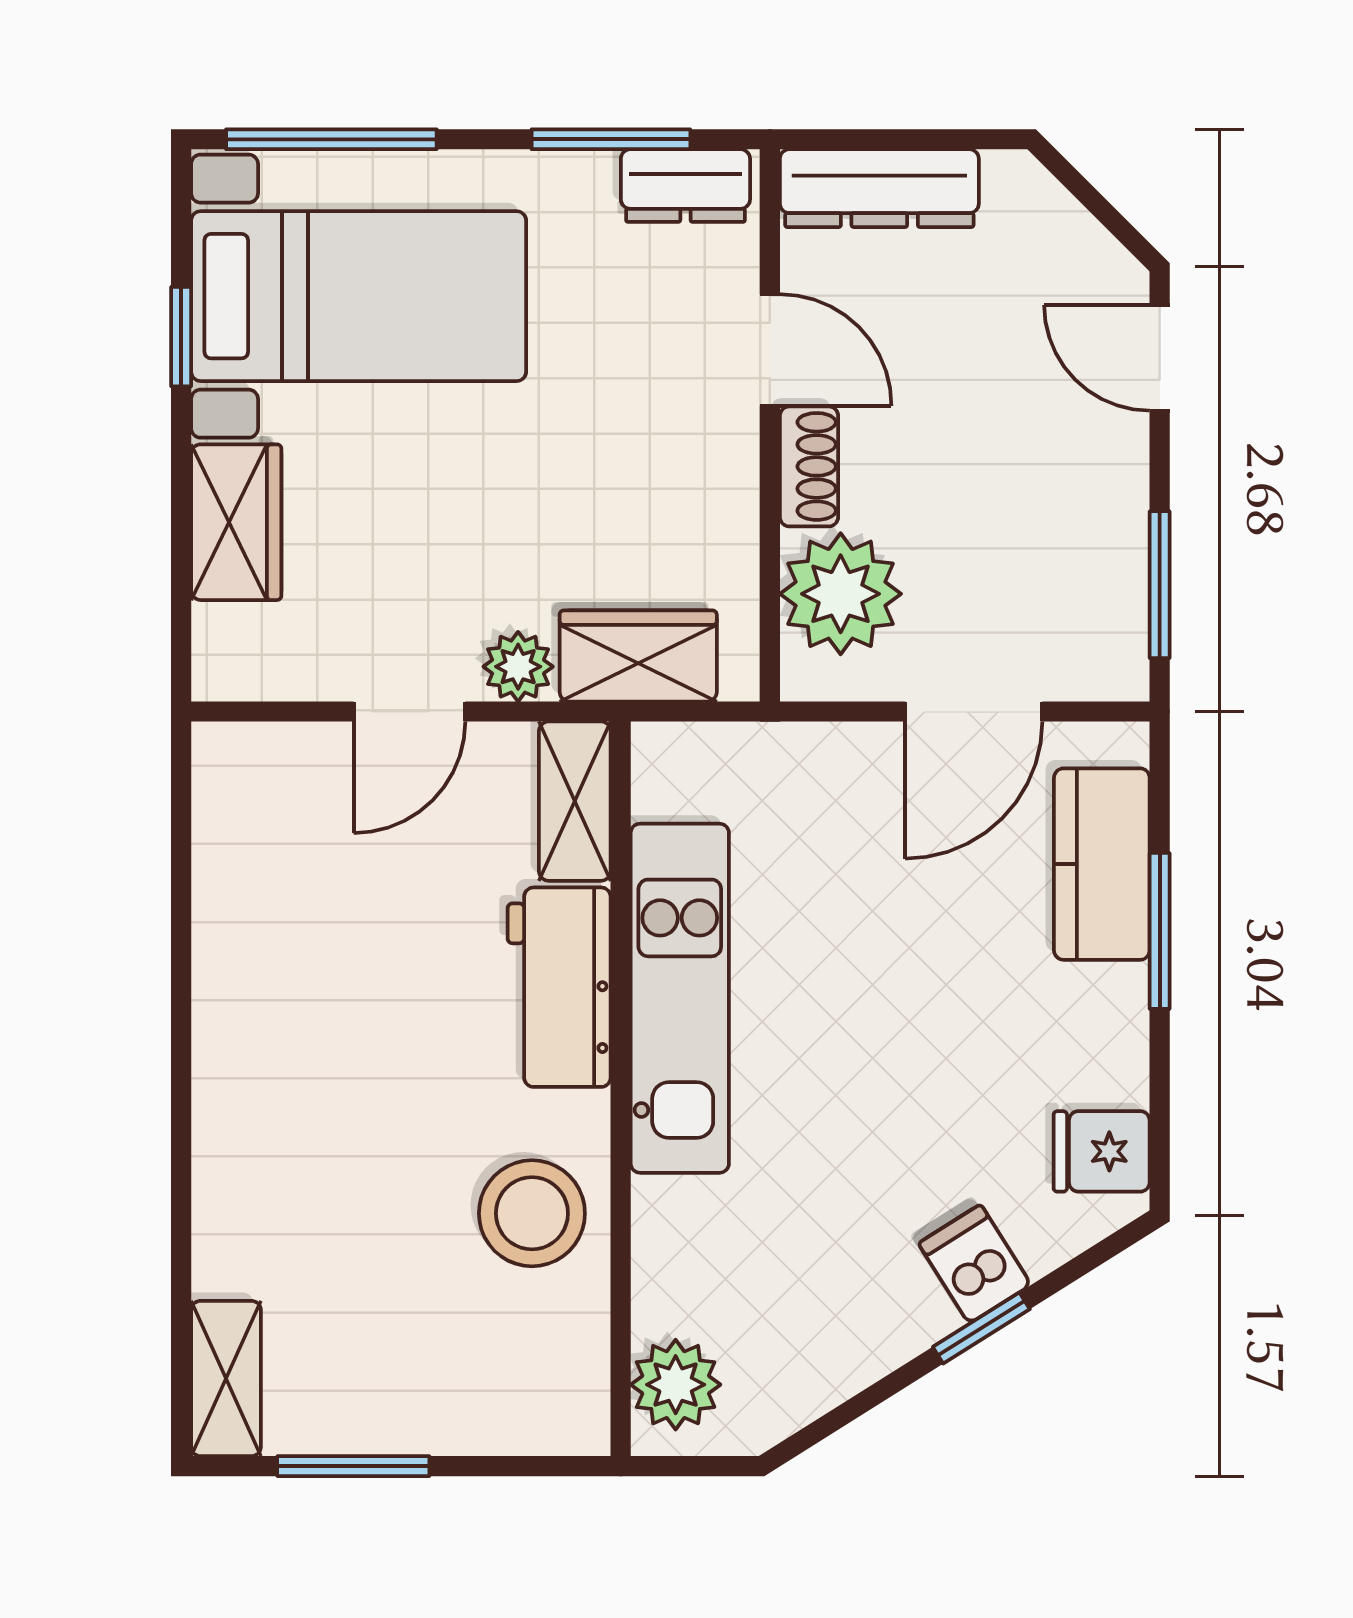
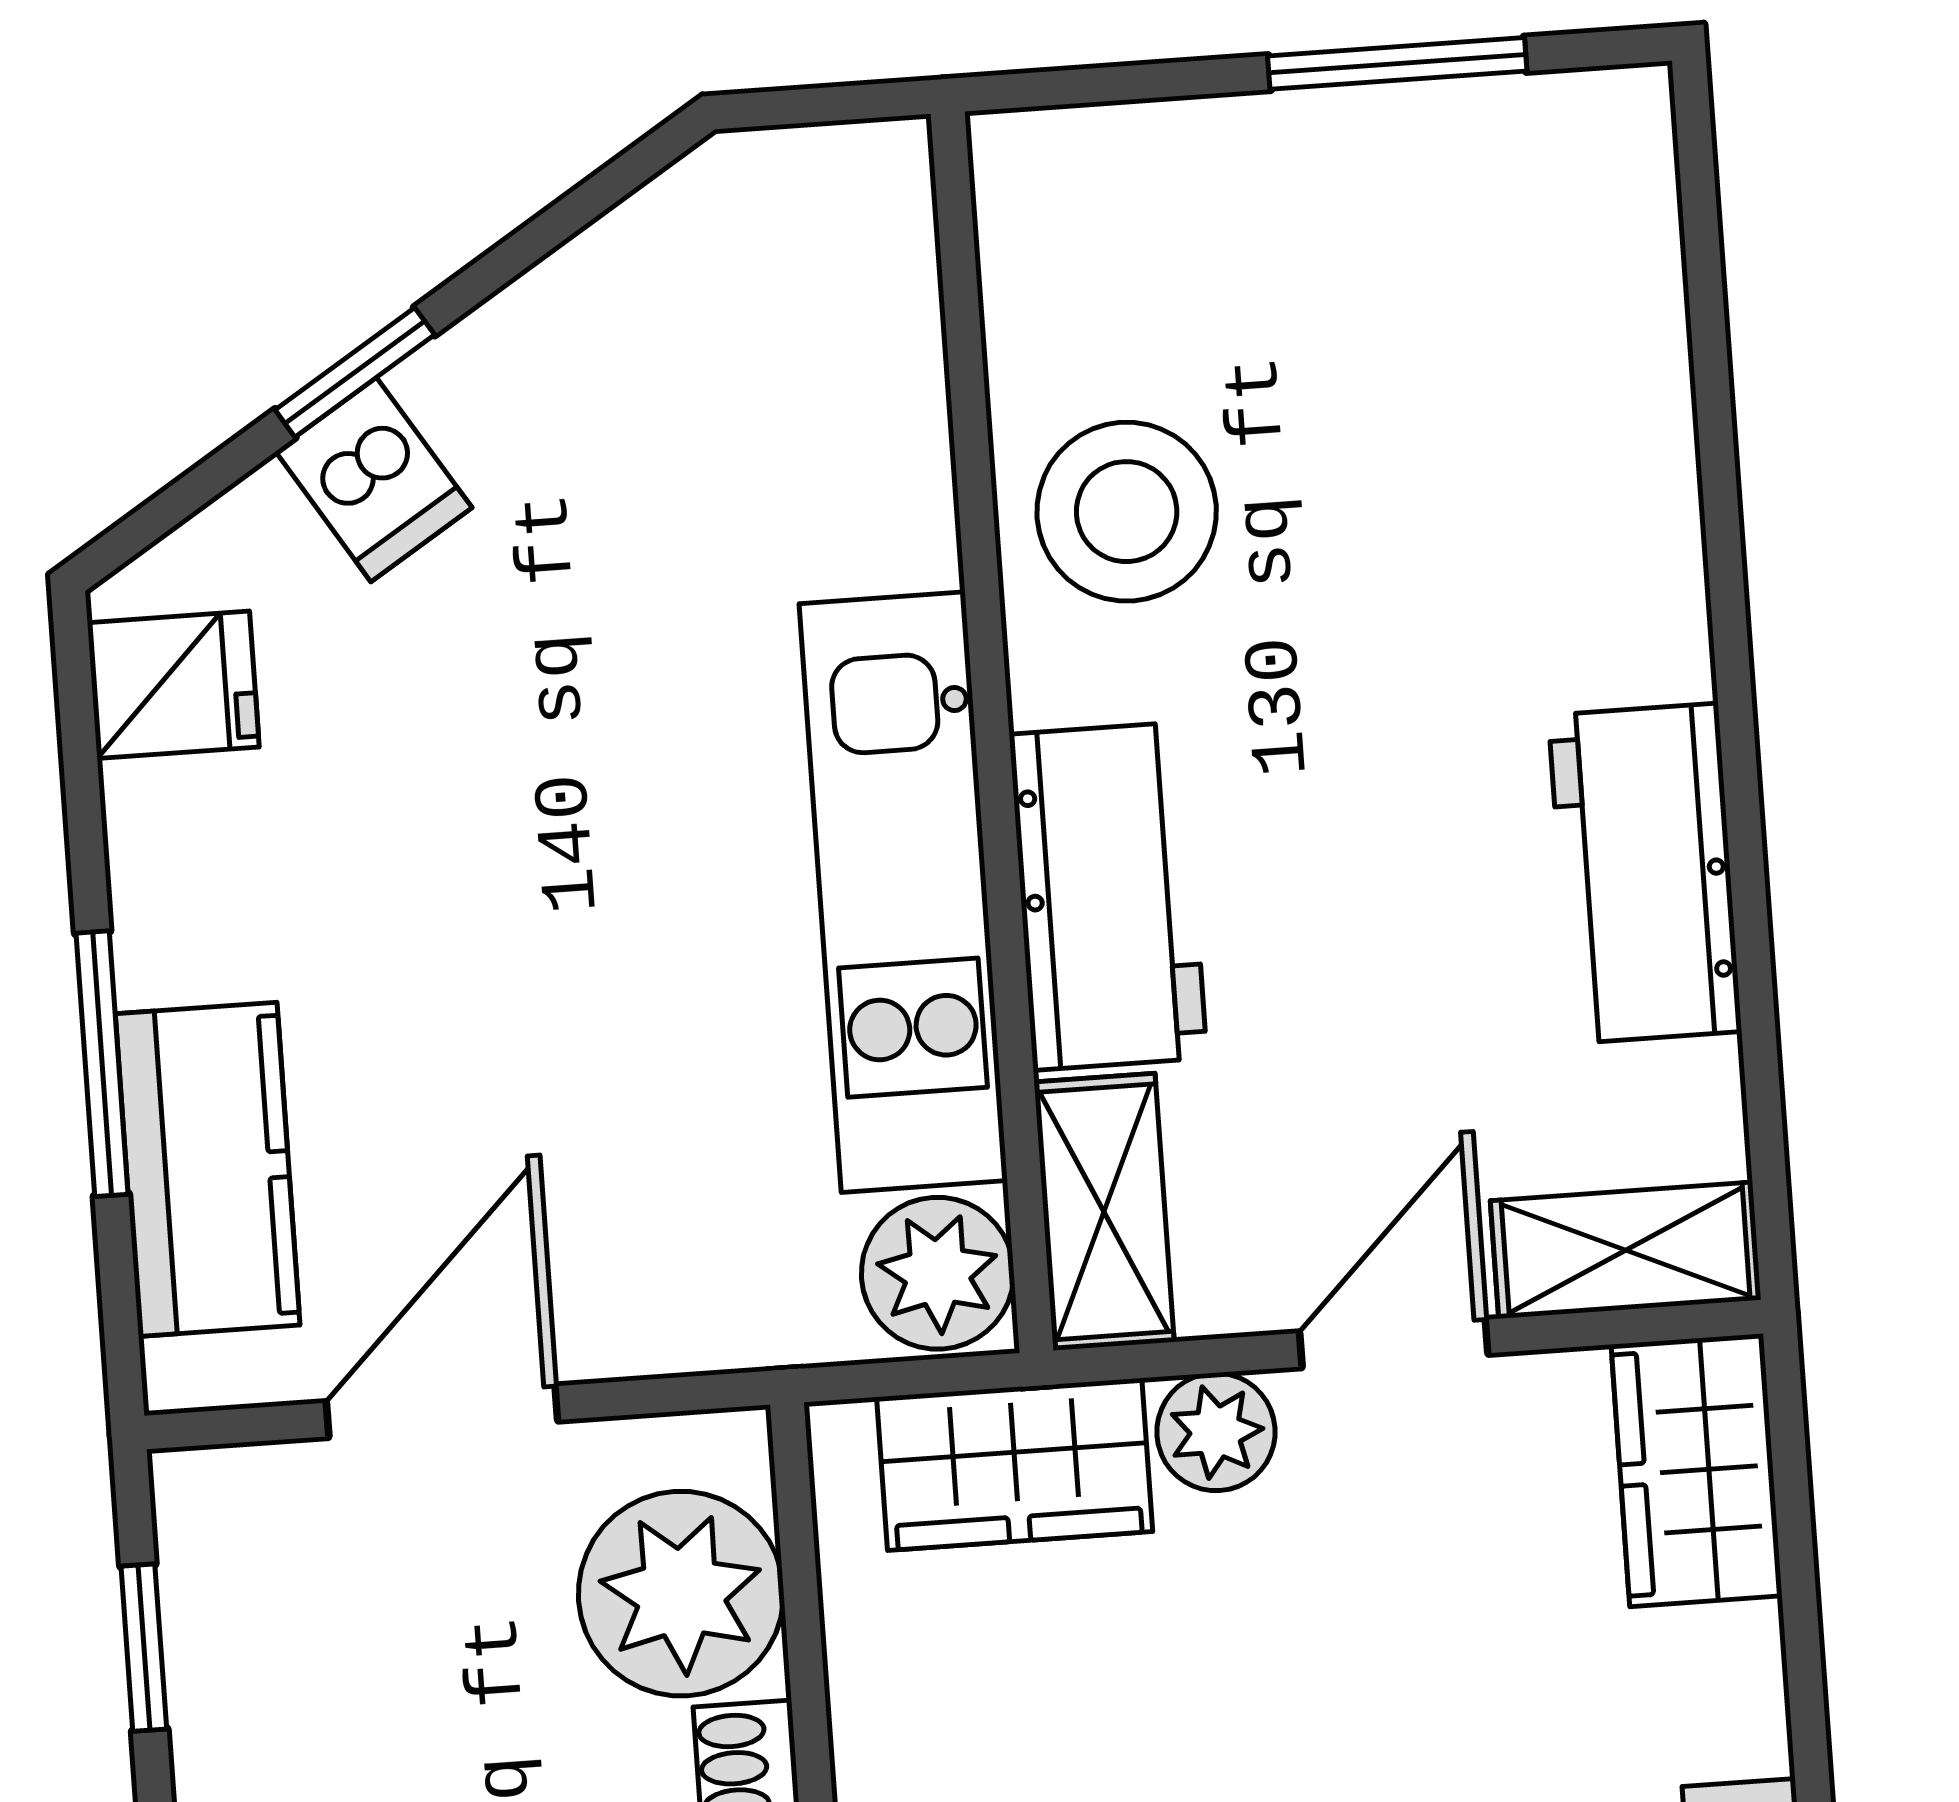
wardrobe: (236, 522) -> (1697, 1470), moved
window: (1160, 585) -> (144, 1648), width x0.67
workbench: (241, 978) -> (1645, 873), added
shelving: (226, 1379) -> (1626, 1250), moved, turned 90
plant: (676, 1385) -> (938, 1273), moved

